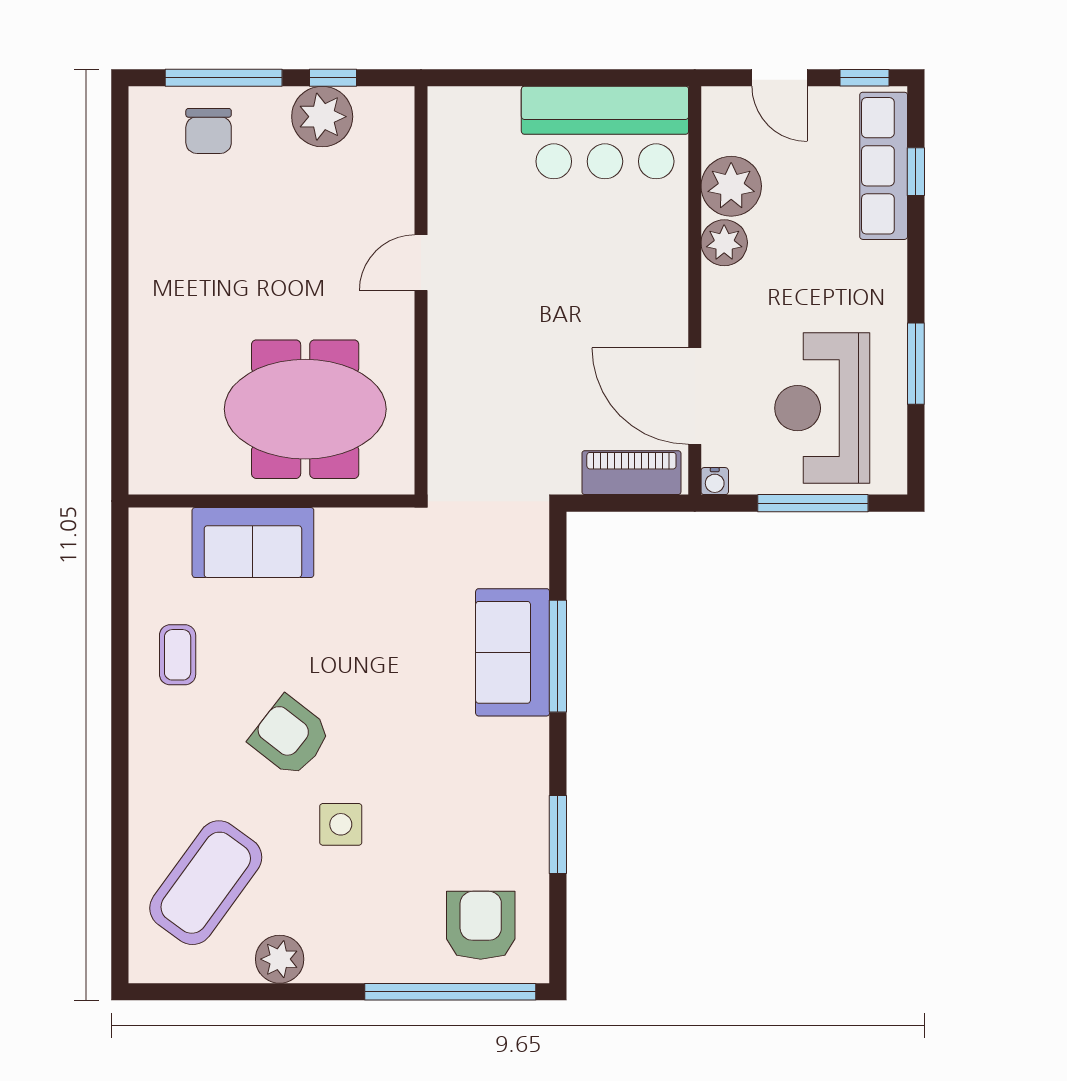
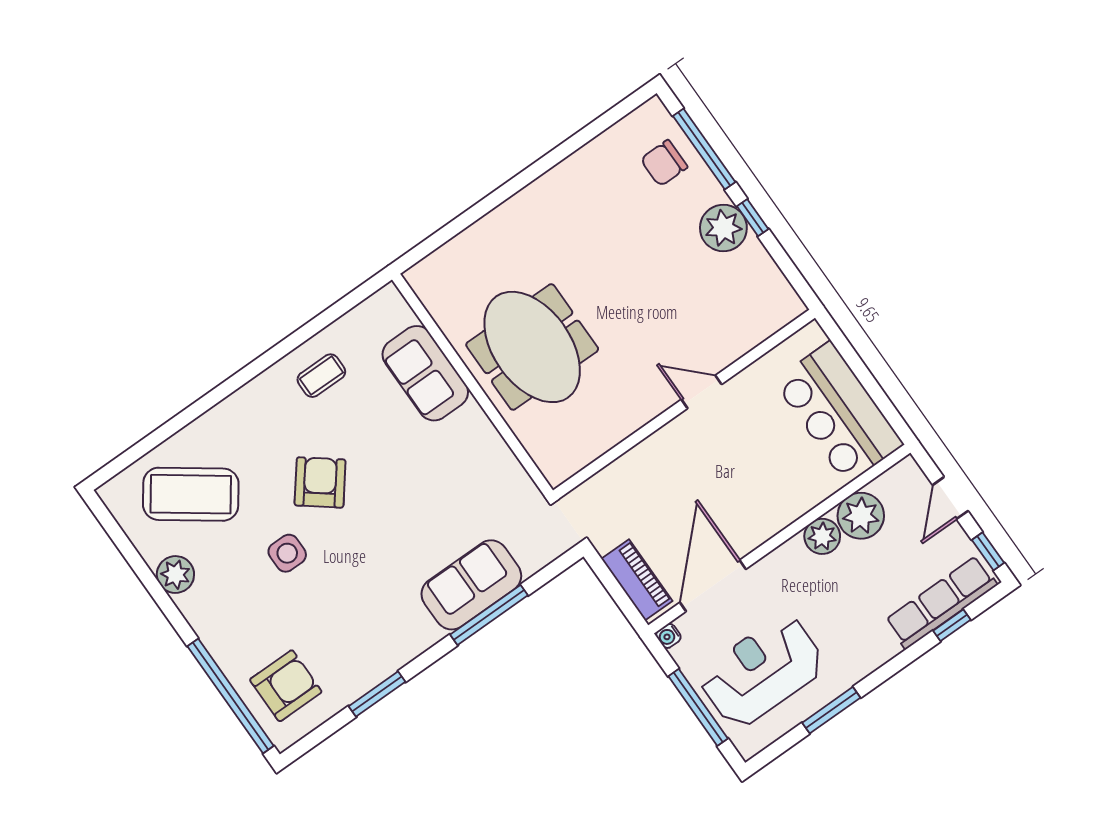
door: (421, 263) -> (702, 392), moved
wall: (421, 290) -> (684, 404), moved

